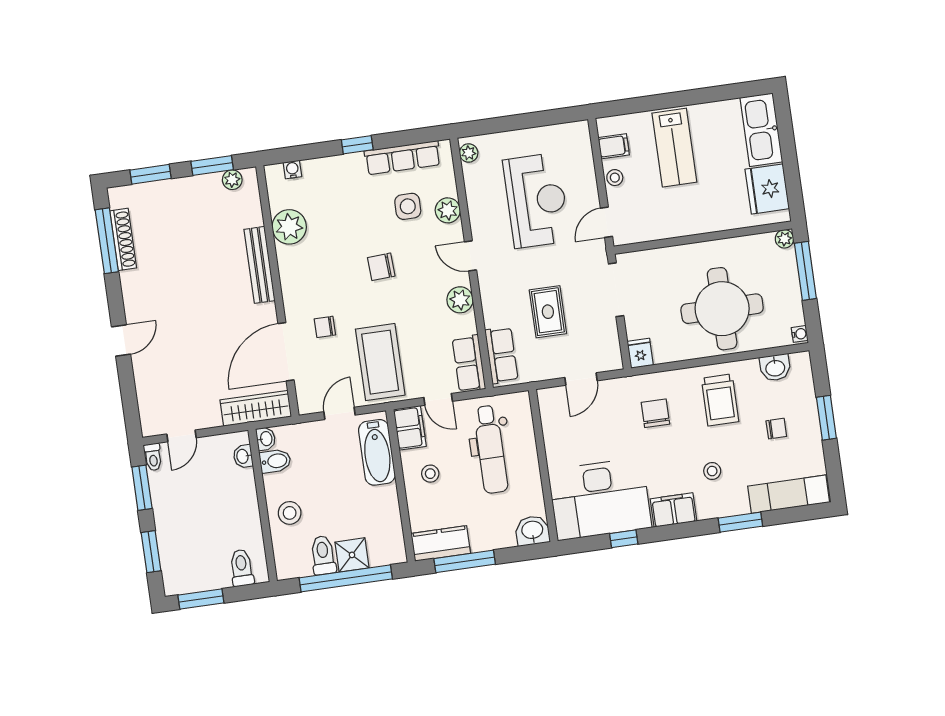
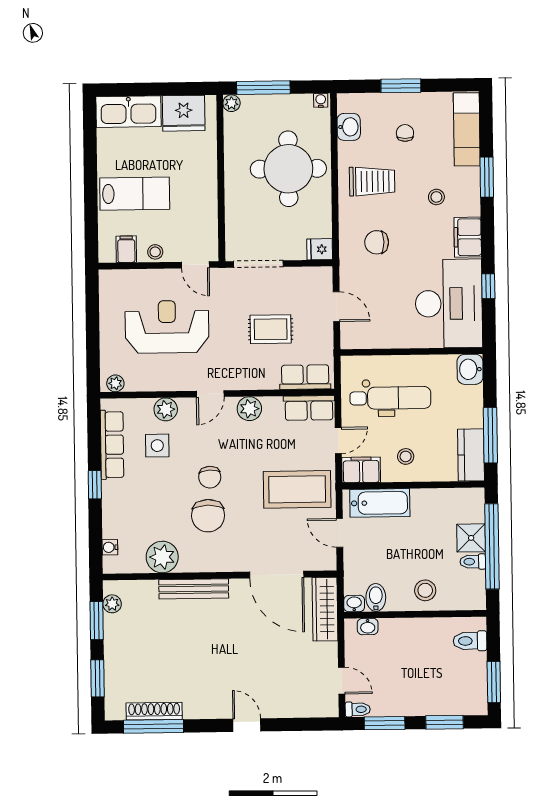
chair: (325, 327) -> (208, 516), moved, width x1.87, depth x1.87
toilet: (323, 555) -> (473, 562), width x0.73, depth x0.72

